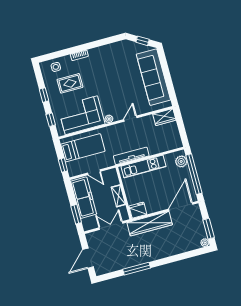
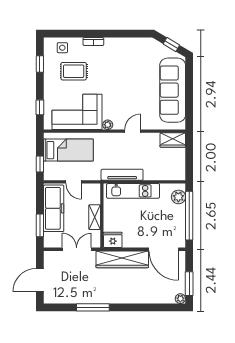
window: (44, 95) -> (40, 64), moved
door: (181, 207) -> (164, 249), swing flipped

